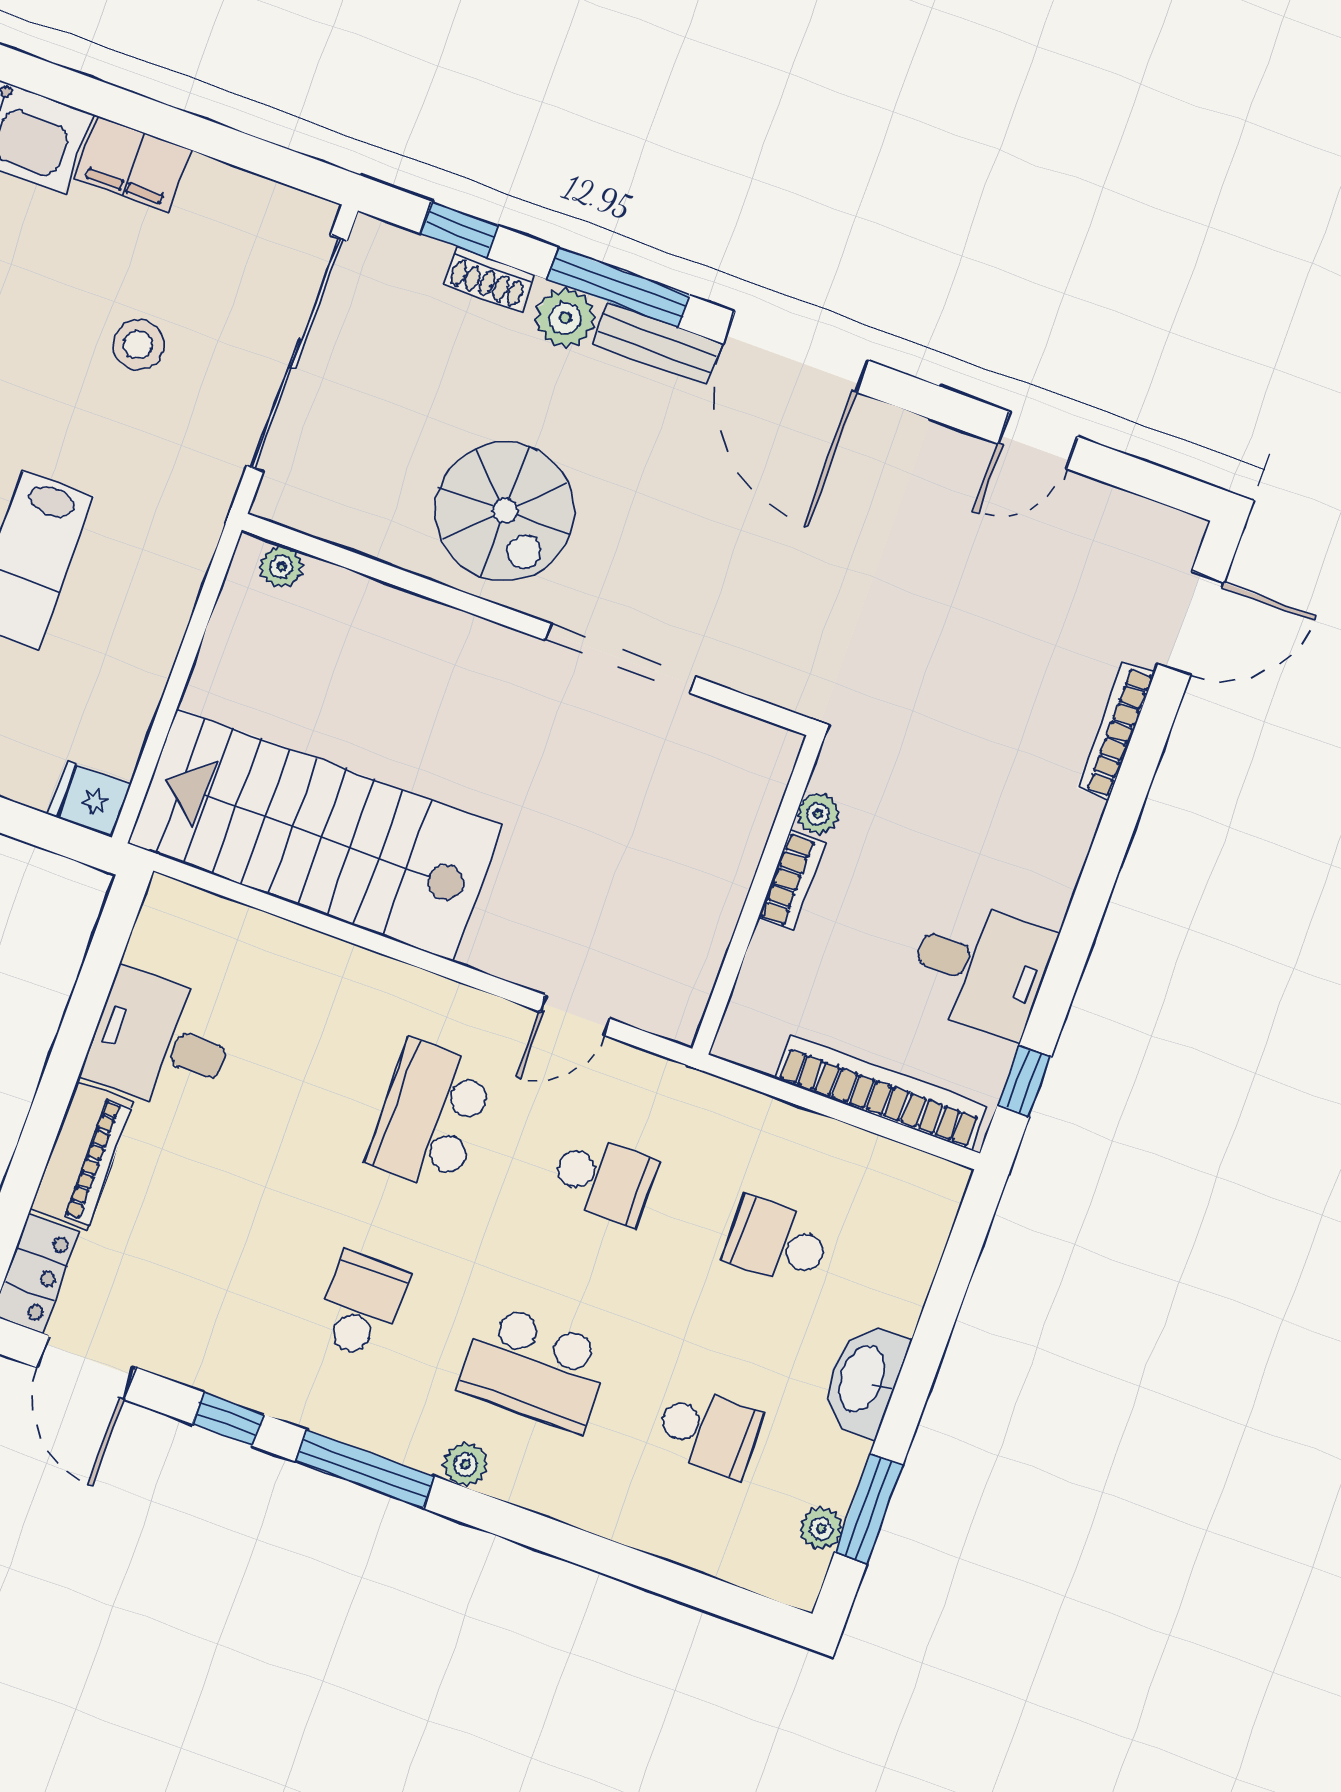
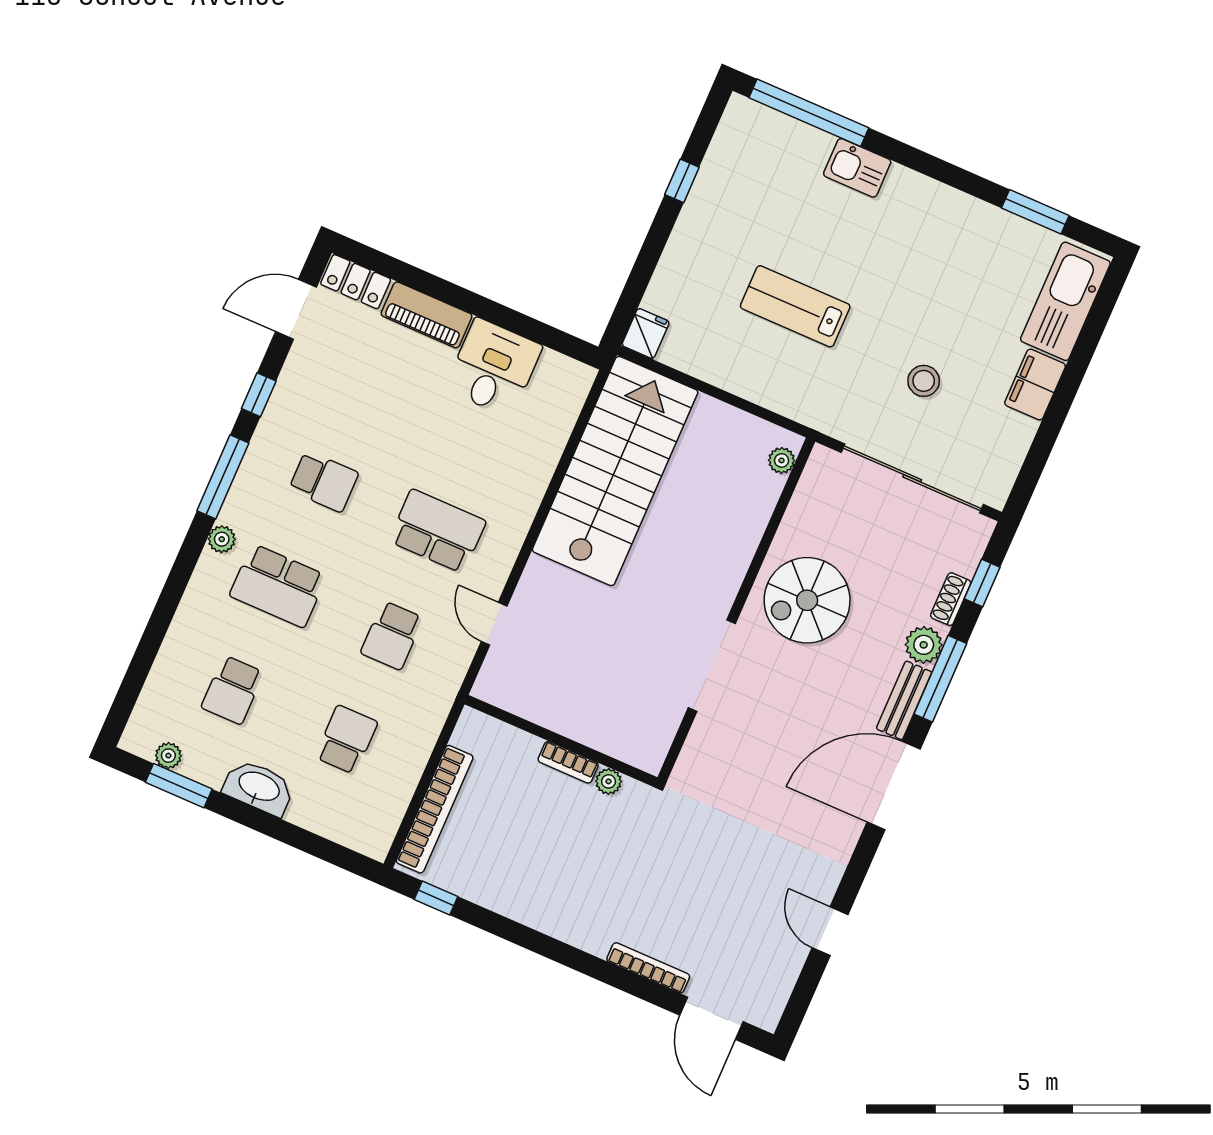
desk: (980, 968) -> (507, 875), removed
school desk: (535, 1368) -> (278, 586), turned -90

